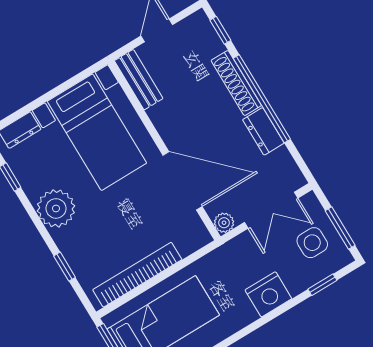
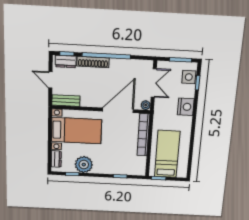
dresser: (263, 131) -> (66, 61), moved
plant: (56, 208) -> (84, 165), moved
side table: (312, 243) -> (189, 77), moved
bookcase: (137, 275) -> (143, 135), moved

